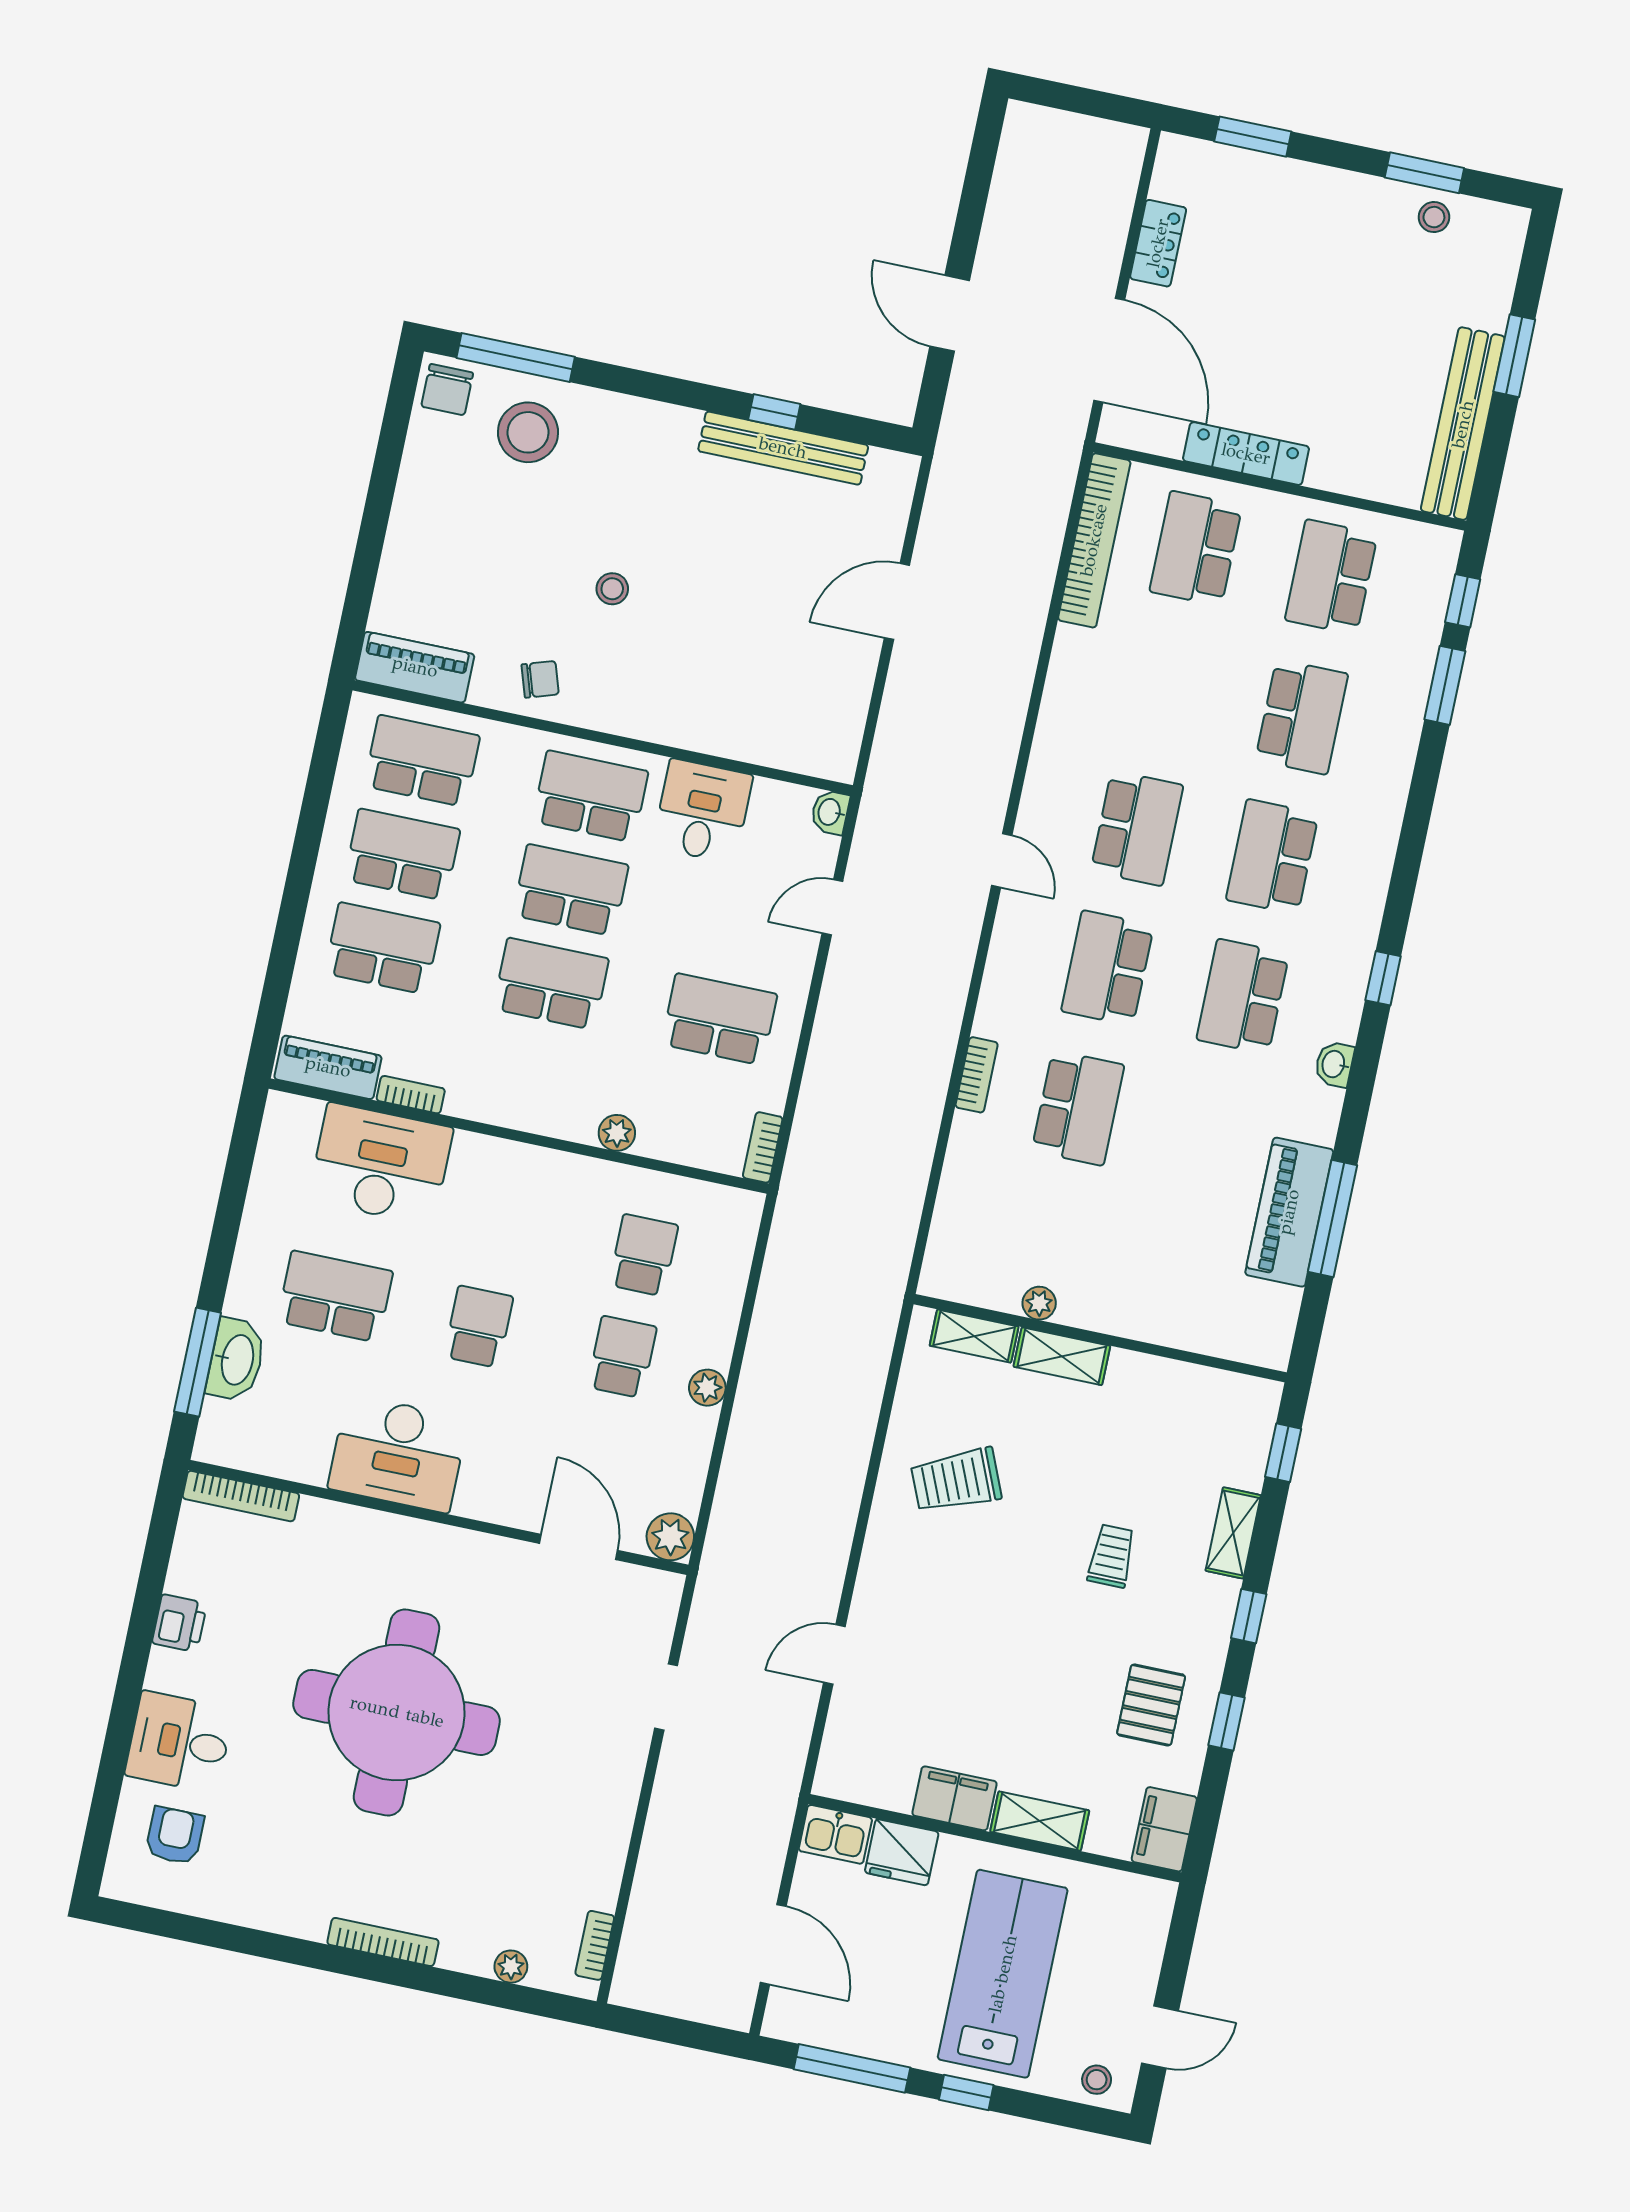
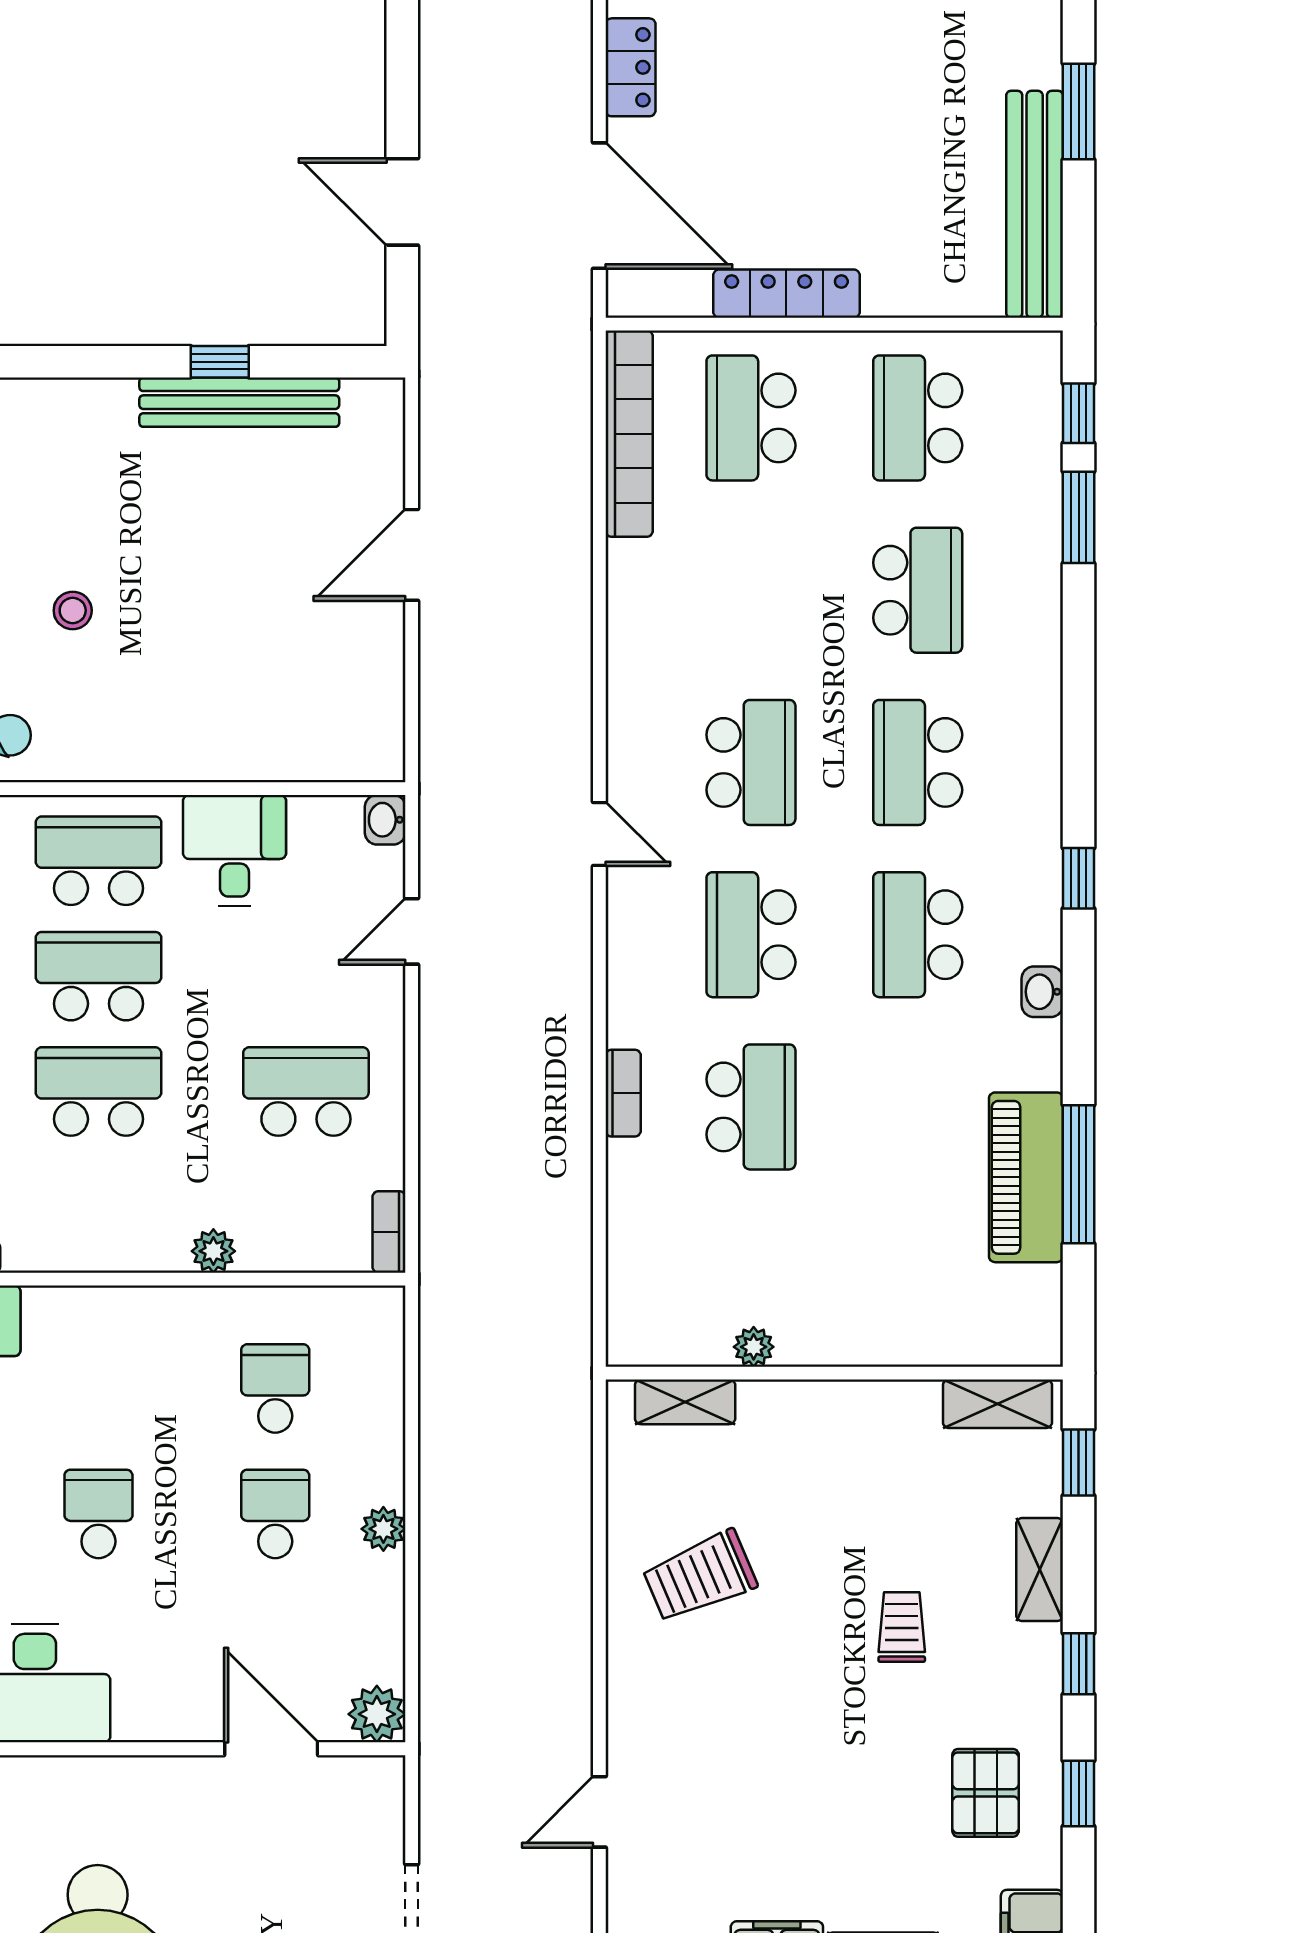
shelving: (1062, 1356) -> (997, 1404), moved

